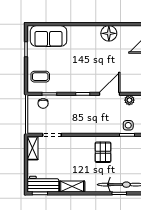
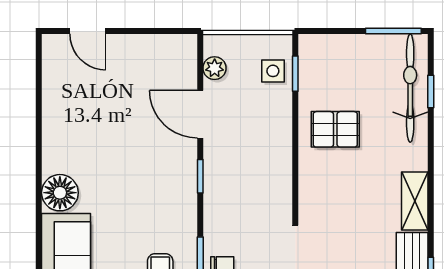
floor lamp: (109, 33) -> (60, 193), moved

